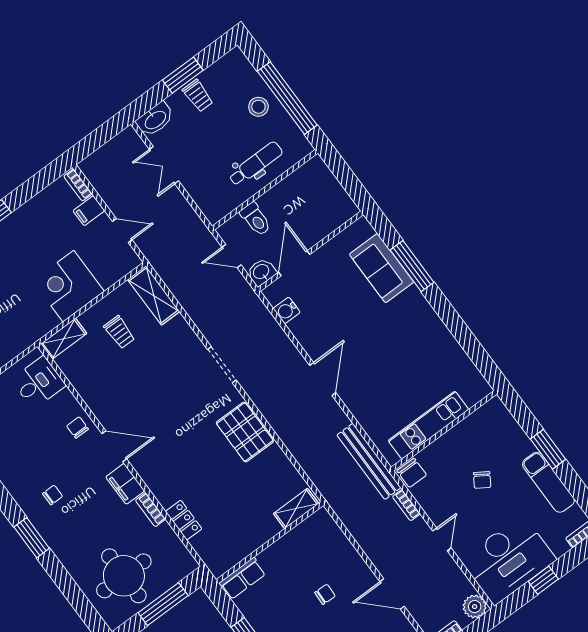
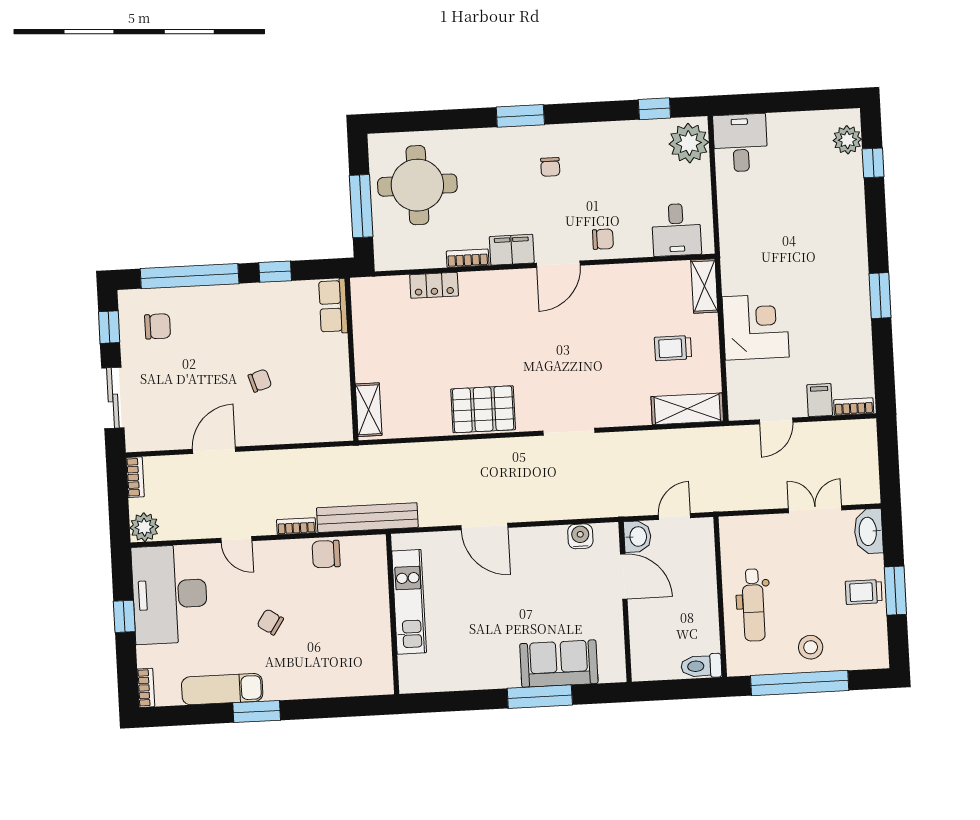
toilet: (256, 219) -> (701, 666), moved
kitchen unit: (428, 425) -> (409, 602), moved
wall: (444, 431) -> (393, 614), moved
chair: (325, 594) -> (260, 381), turned -109

